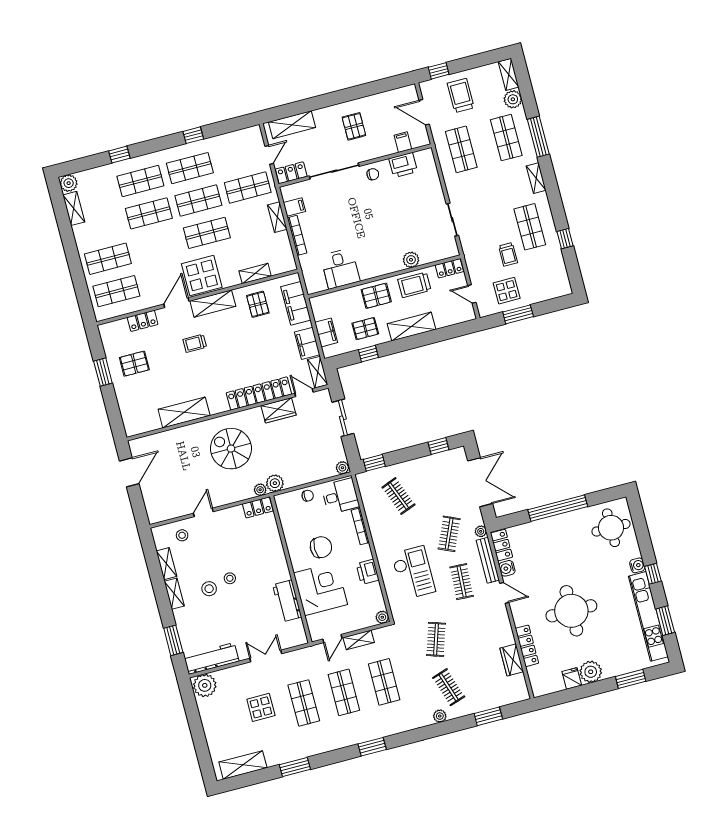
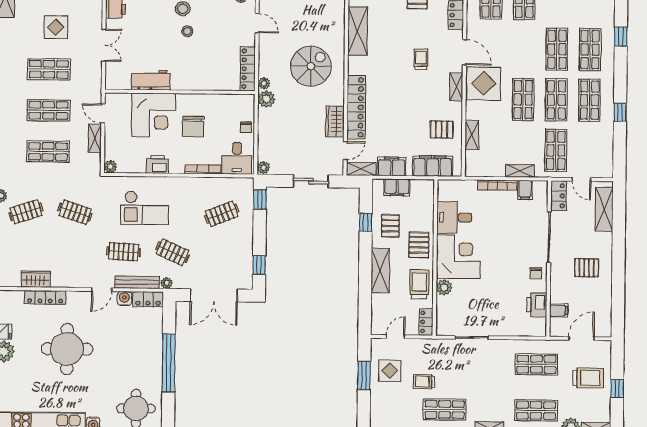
window: (439, 71) -> (617, 388), moved
corner desk: (377, 254) -> (458, 257), added
shelving: (213, 304) -> (456, 87), width x0.67, depth x0.75
locker: (258, 507) -> (248, 69), width x1.53

